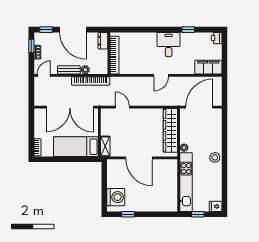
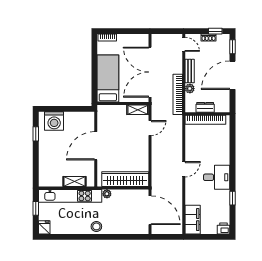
dresser: (103, 41) -> (205, 107), moved
door: (161, 75) -> (184, 169), swing flipped
shelving: (105, 146) -> (138, 110), moved
shelving: (173, 178) -> (75, 182), added

